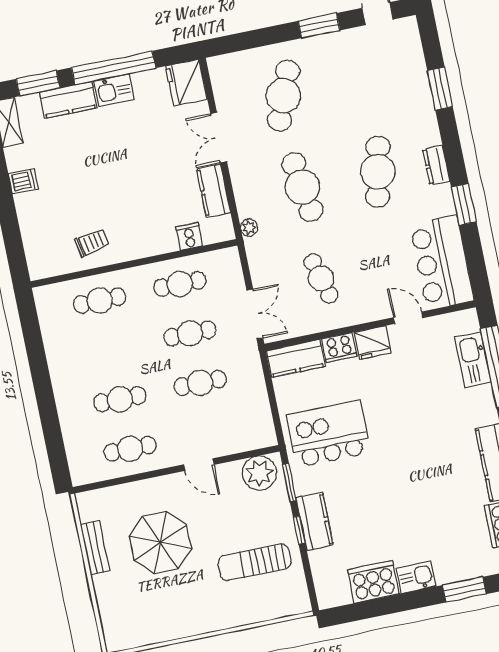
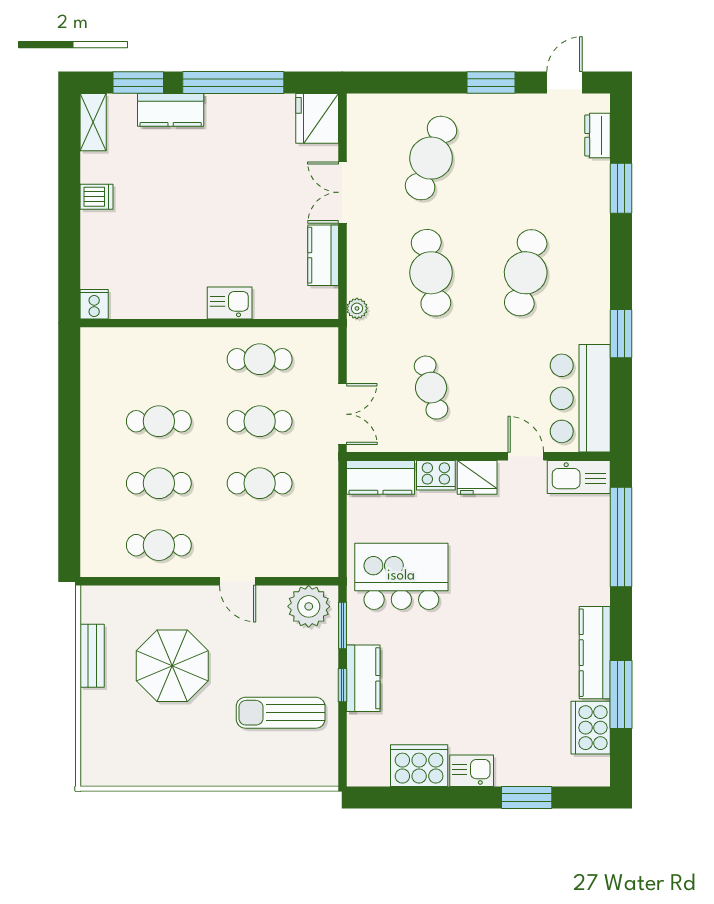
kitchen sink: (114, 90) -> (230, 303), moved, turned 180
dresser: (436, 165) -> (598, 135), moved
cooker: (189, 236) -> (94, 304), moved
trolley: (92, 243) -> (164, 288), removed
cafe table: (100, 300) -> (159, 421), moved
kitchen sink: (473, 360) -> (579, 477), moved, turned -90

